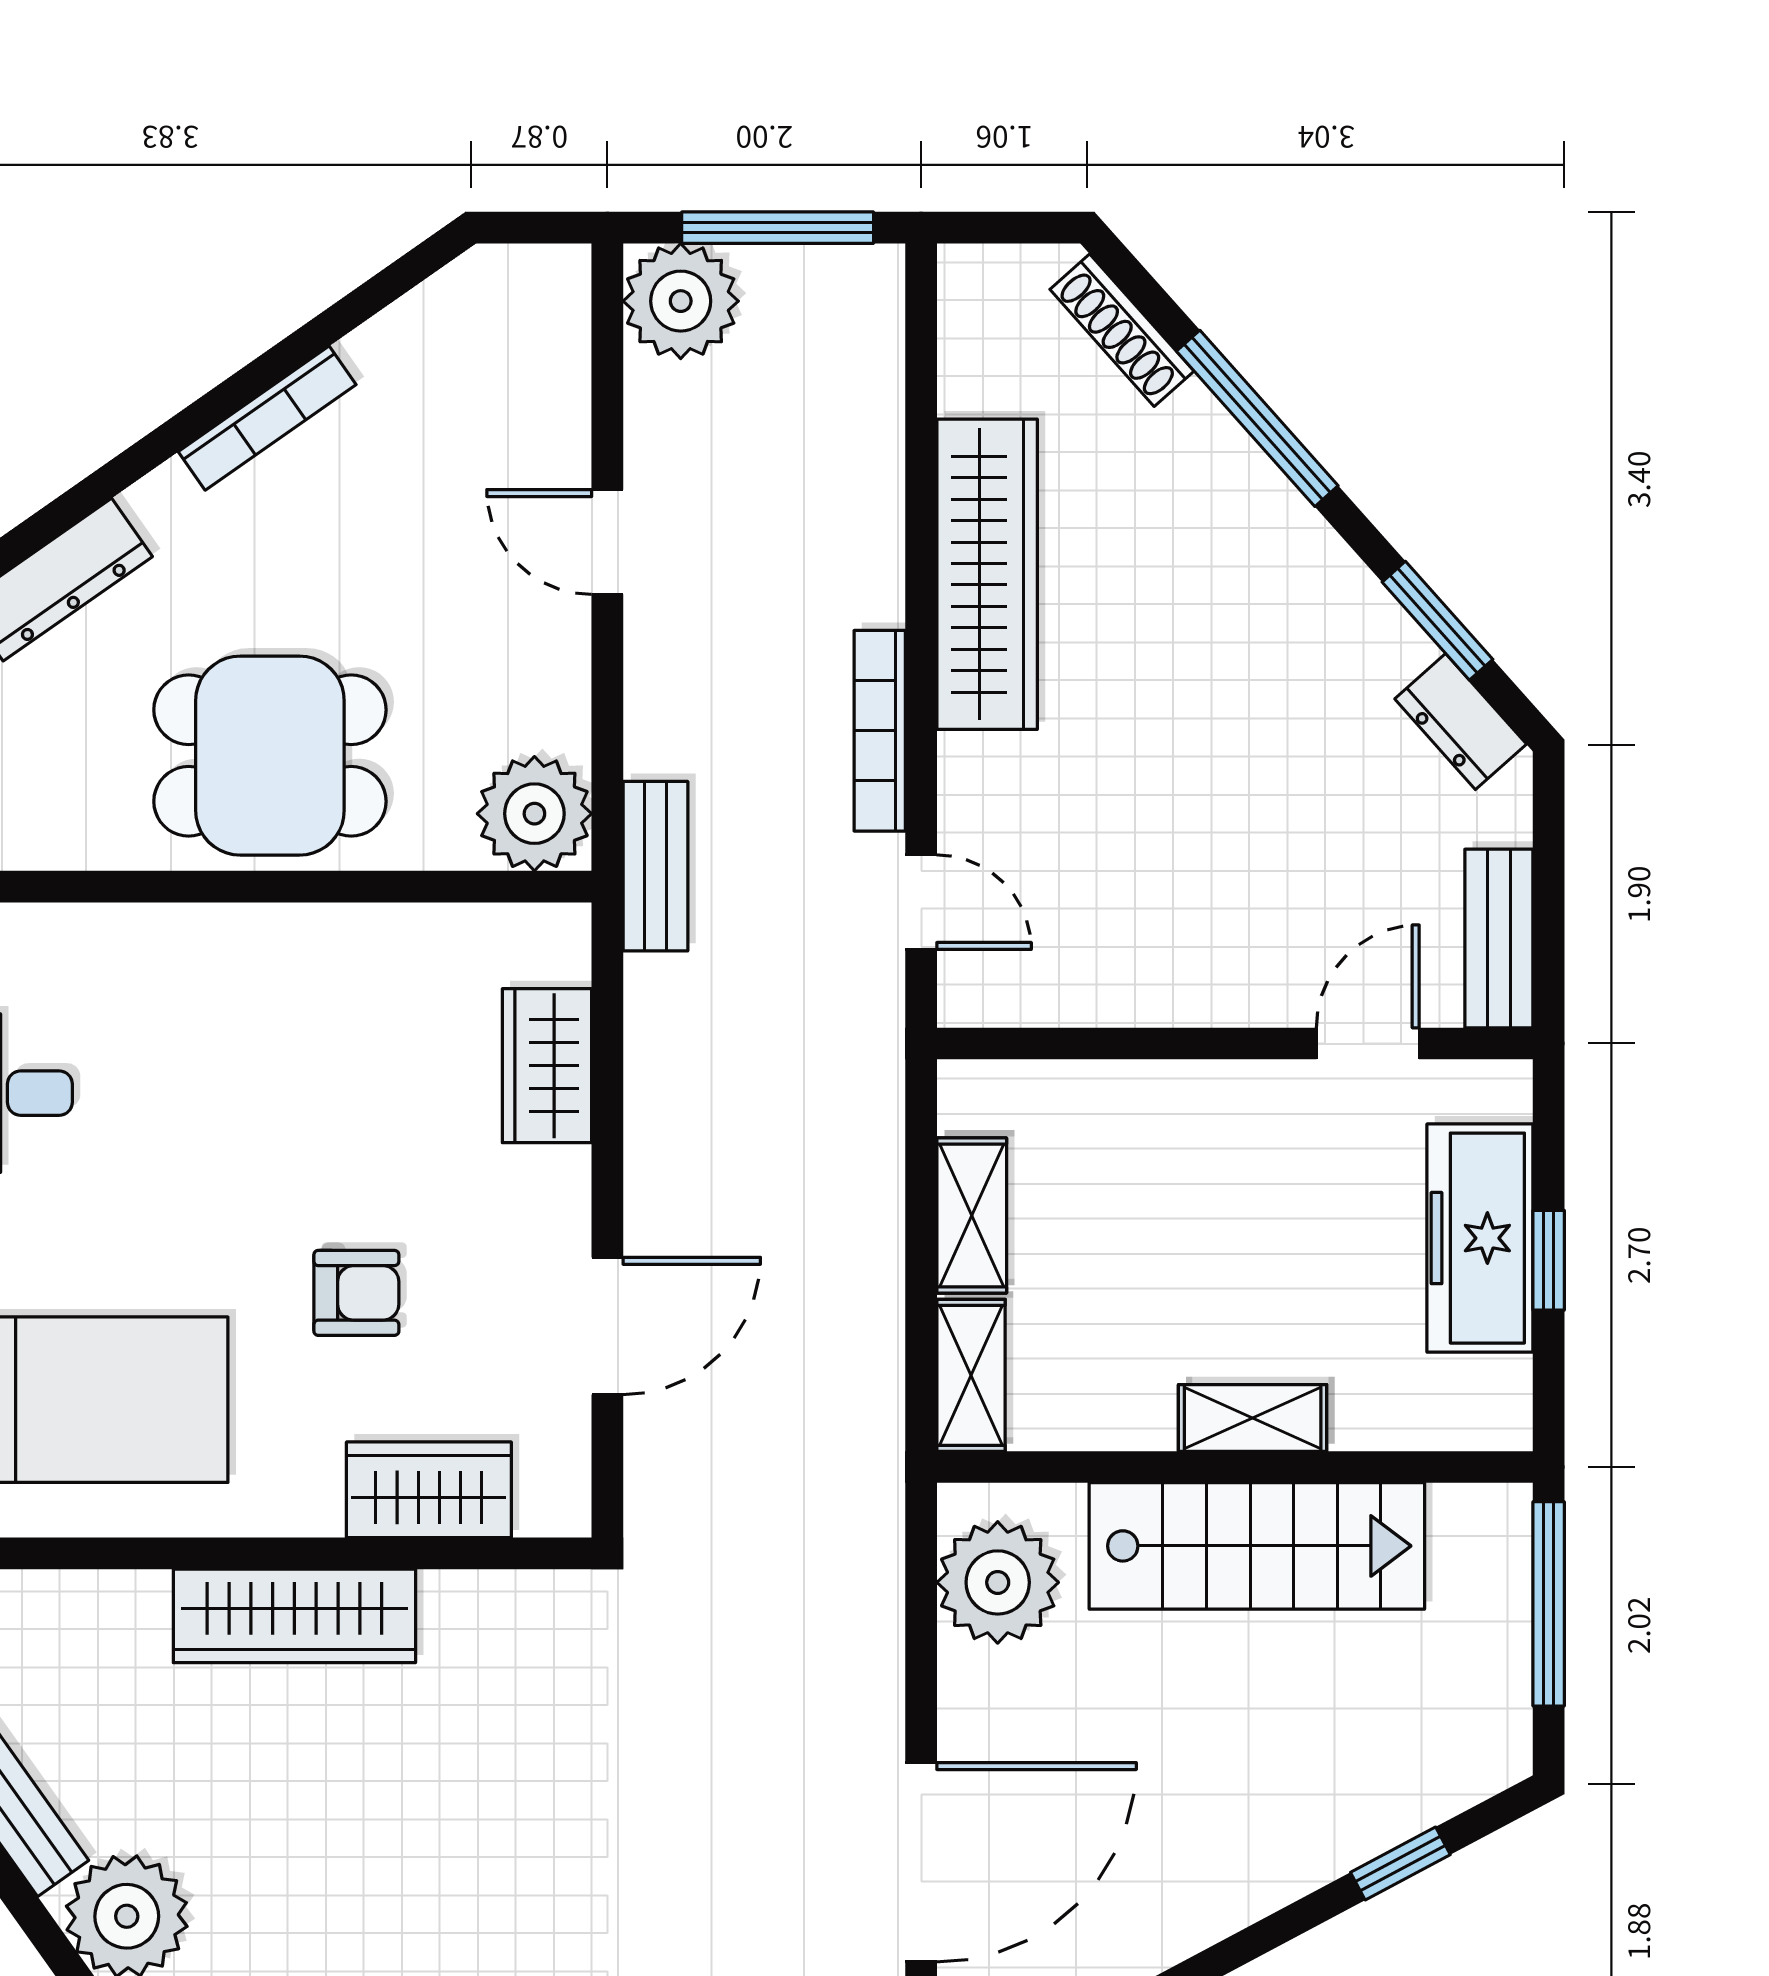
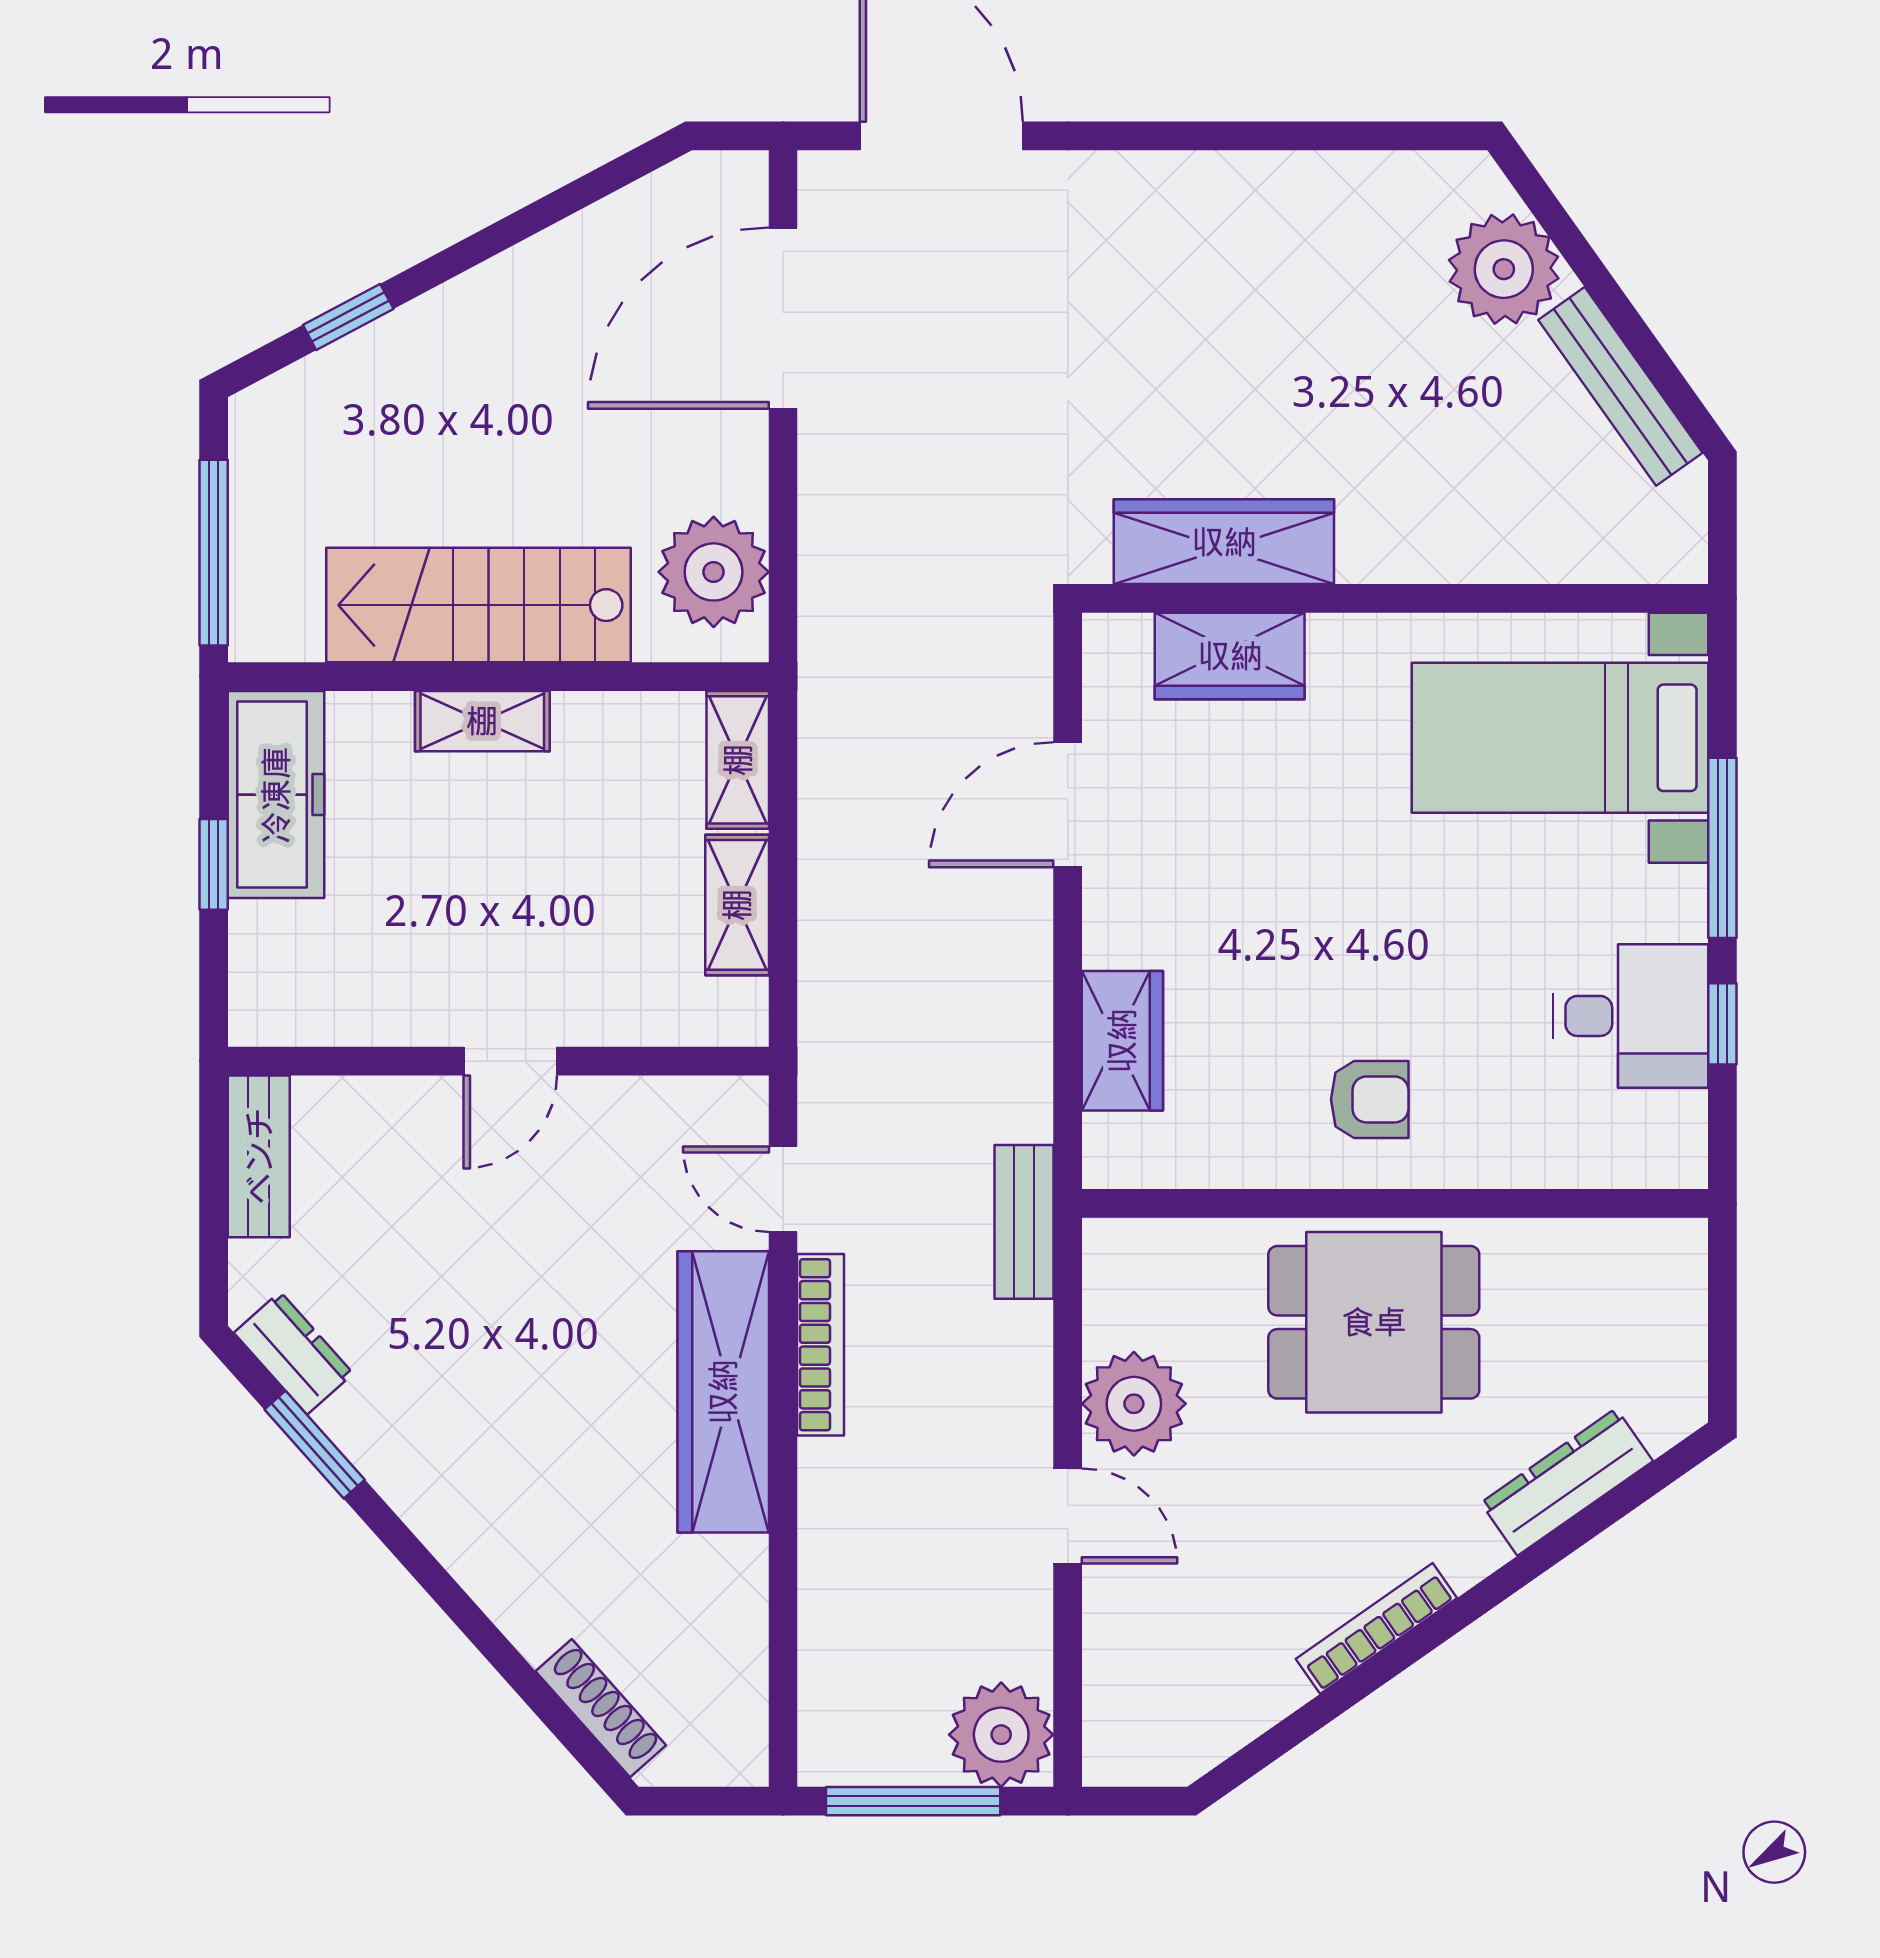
window: (1257, 418) -> (478, 1628), removed
wardrobe: (987, 574) -> (723, 1392), moved
plant: (534, 814) -> (1134, 1404), moved
door: (1368, 1043) -> (510, 1061), moved
freezer: (1480, 1238) -> (276, 795), moved
armchair: (356, 1293) -> (1370, 1099), moved, turned 180
wardrobe: (294, 1616) -> (1224, 542), moved

